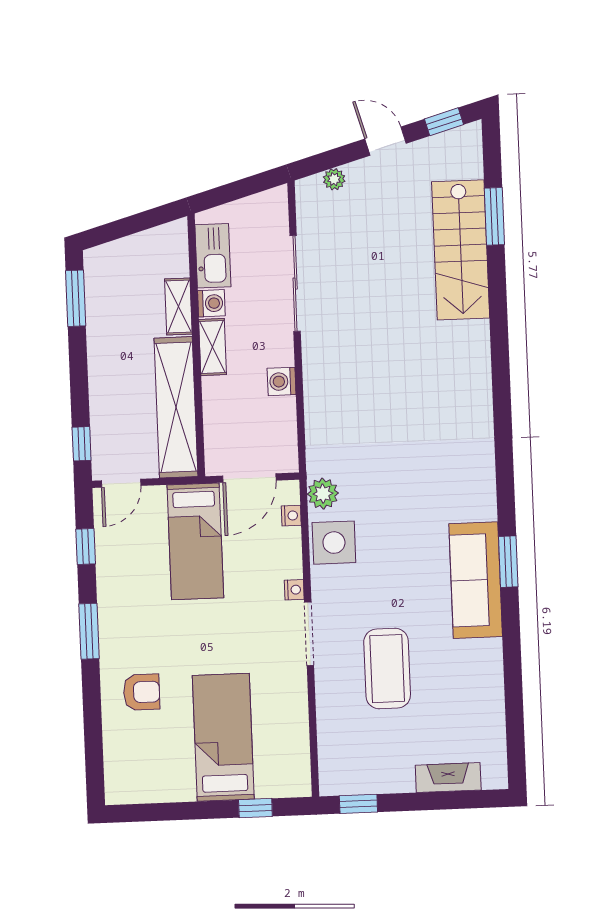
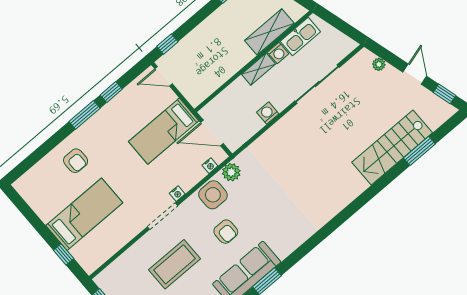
shelving: (178, 307) -> (269, 32), width x1.50, depth x1.33
shelving: (176, 407) -> (218, 74), removed
window: (86, 547) -> (111, 92), moved
armchair: (397, 564) -> (226, 232), added

